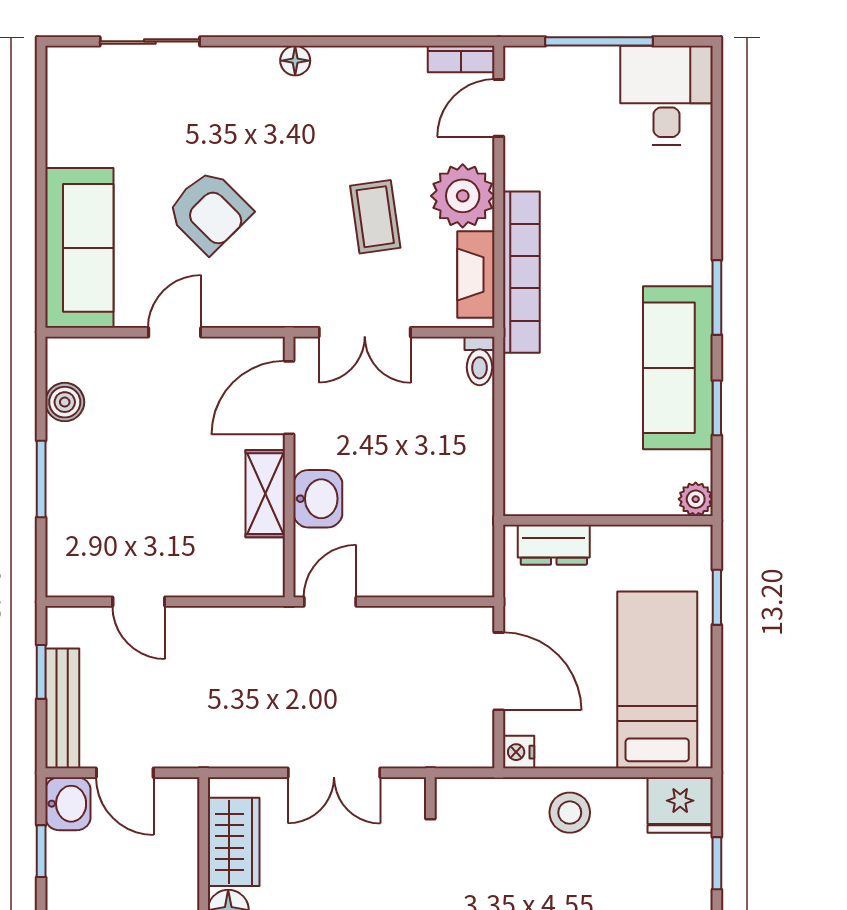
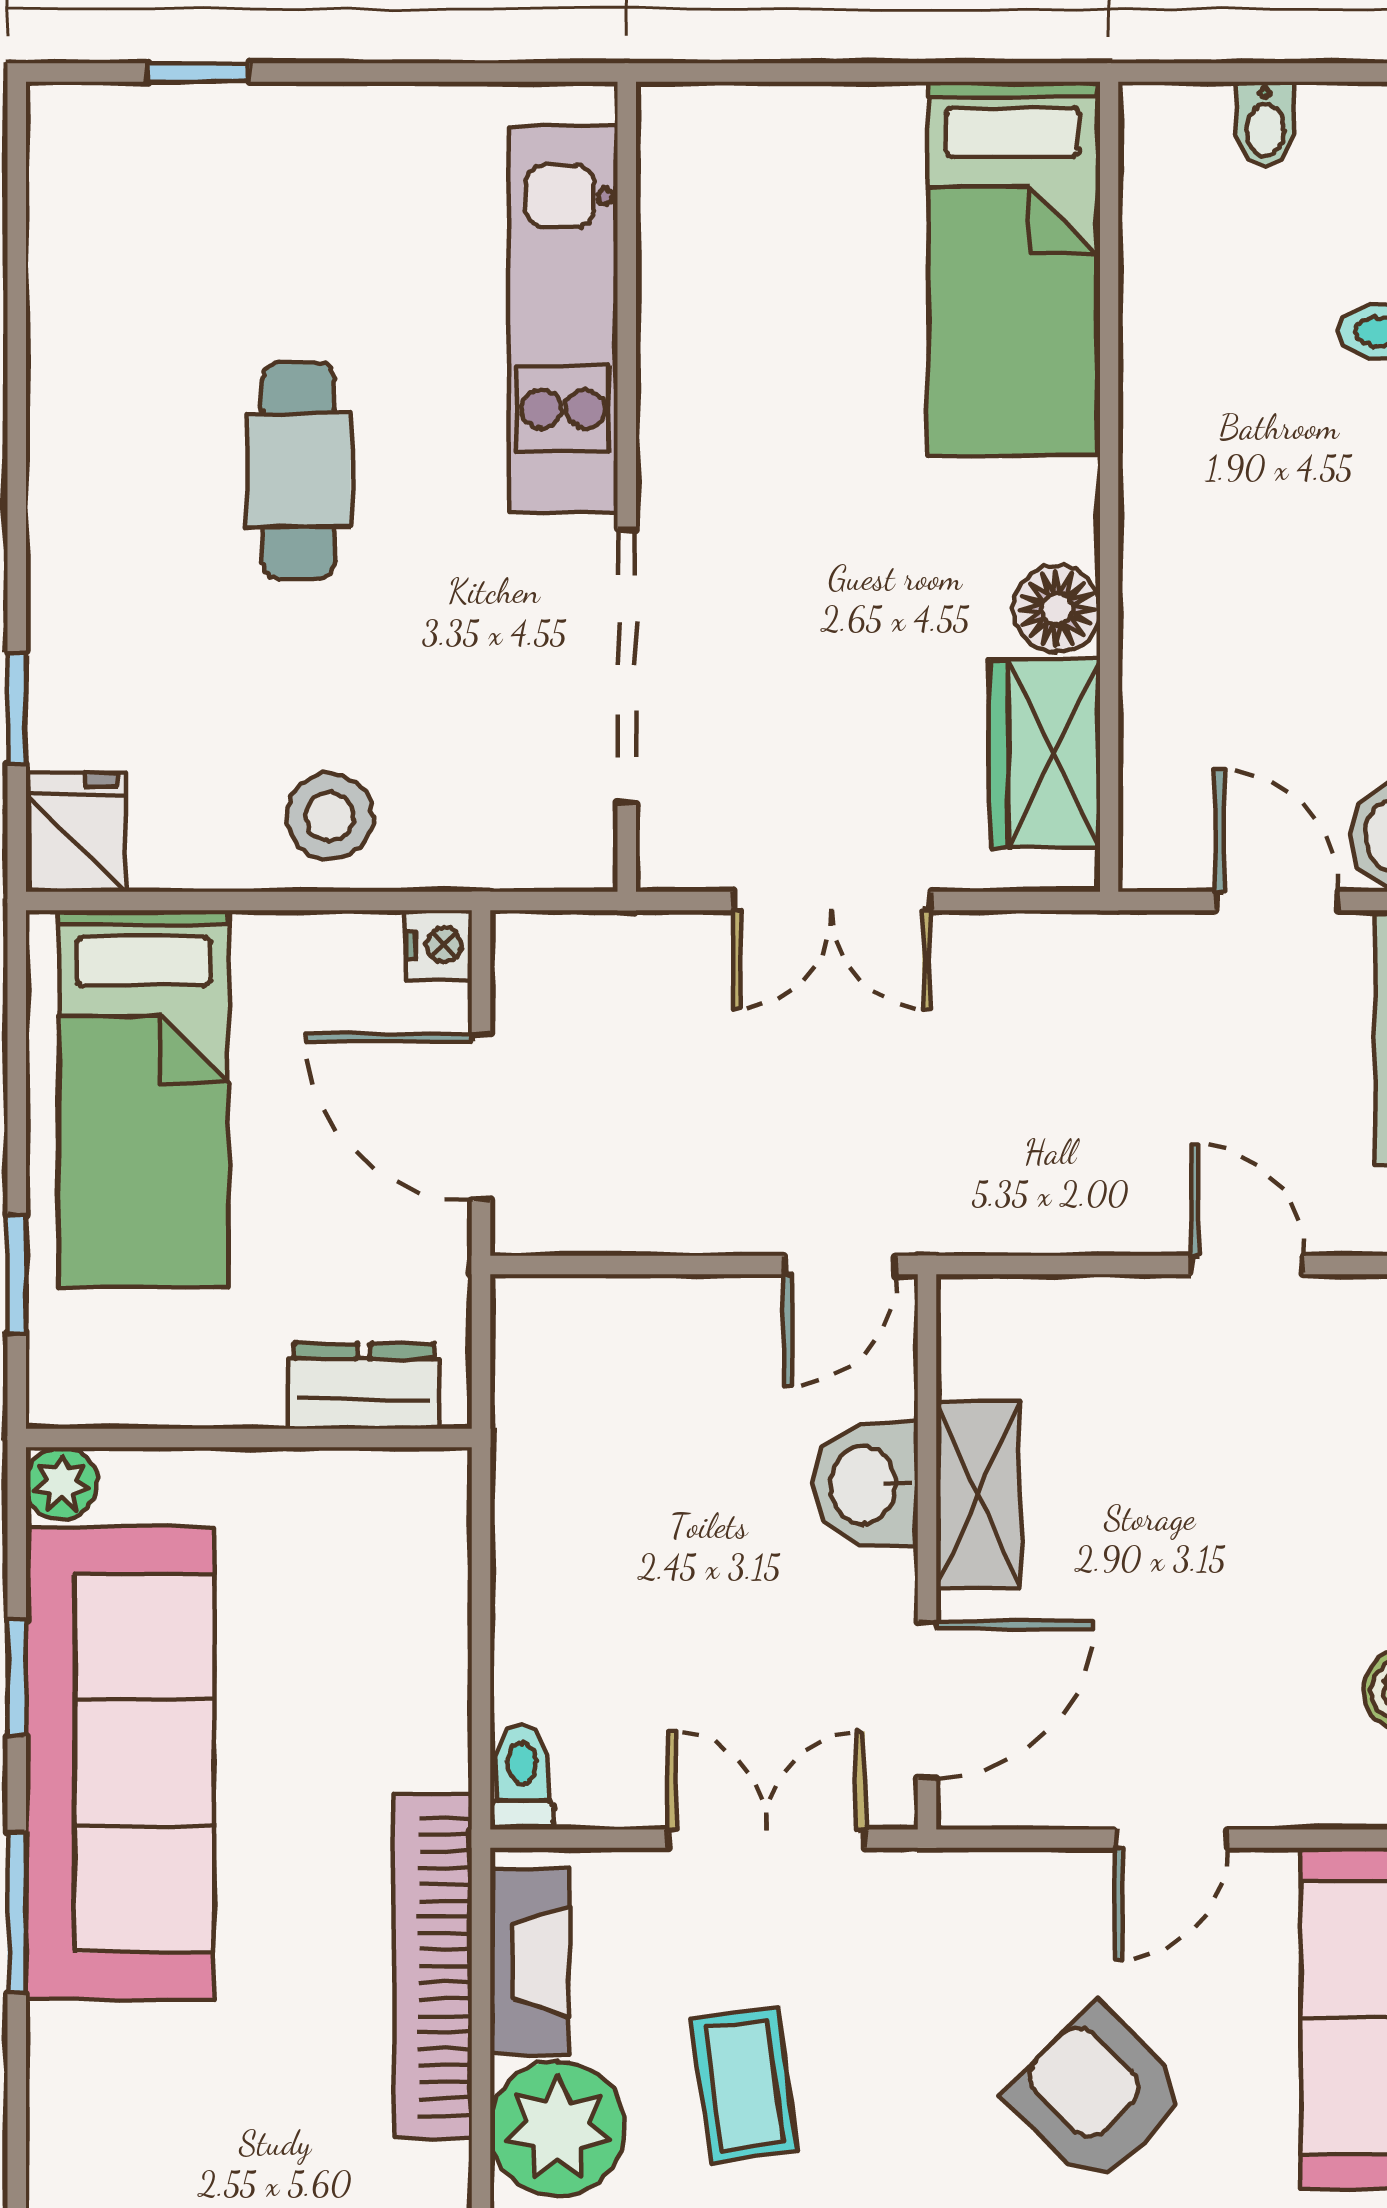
sofa: (678, 368) -> (120, 1763), width x1.36, depth x1.27
double door: (334, 773) -> (832, 901), swing flipped
fridge: (680, 805) -> (76, 832), width x0.72

